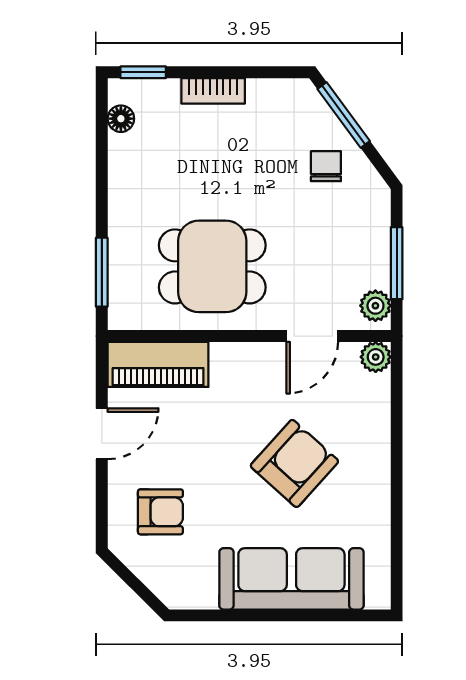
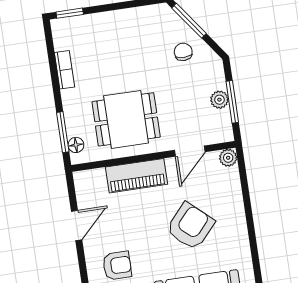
bookcase: (213, 91) -> (65, 70), moved, turned -90
floor lamp: (121, 119) -> (76, 145), moved
plant: (375, 306) -> (219, 100), moved
piano: (158, 364) -> (136, 176), moved

